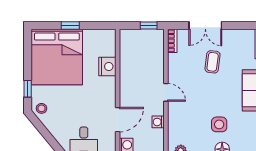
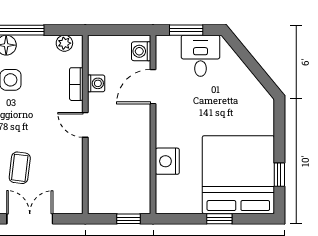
window: (149, 26) -> (128, 219), moved
bookcase: (172, 41) -> (76, 84), moved
window: (28, 89) -> (279, 175), moved
stool: (42, 108) -> (260, 102), removed

